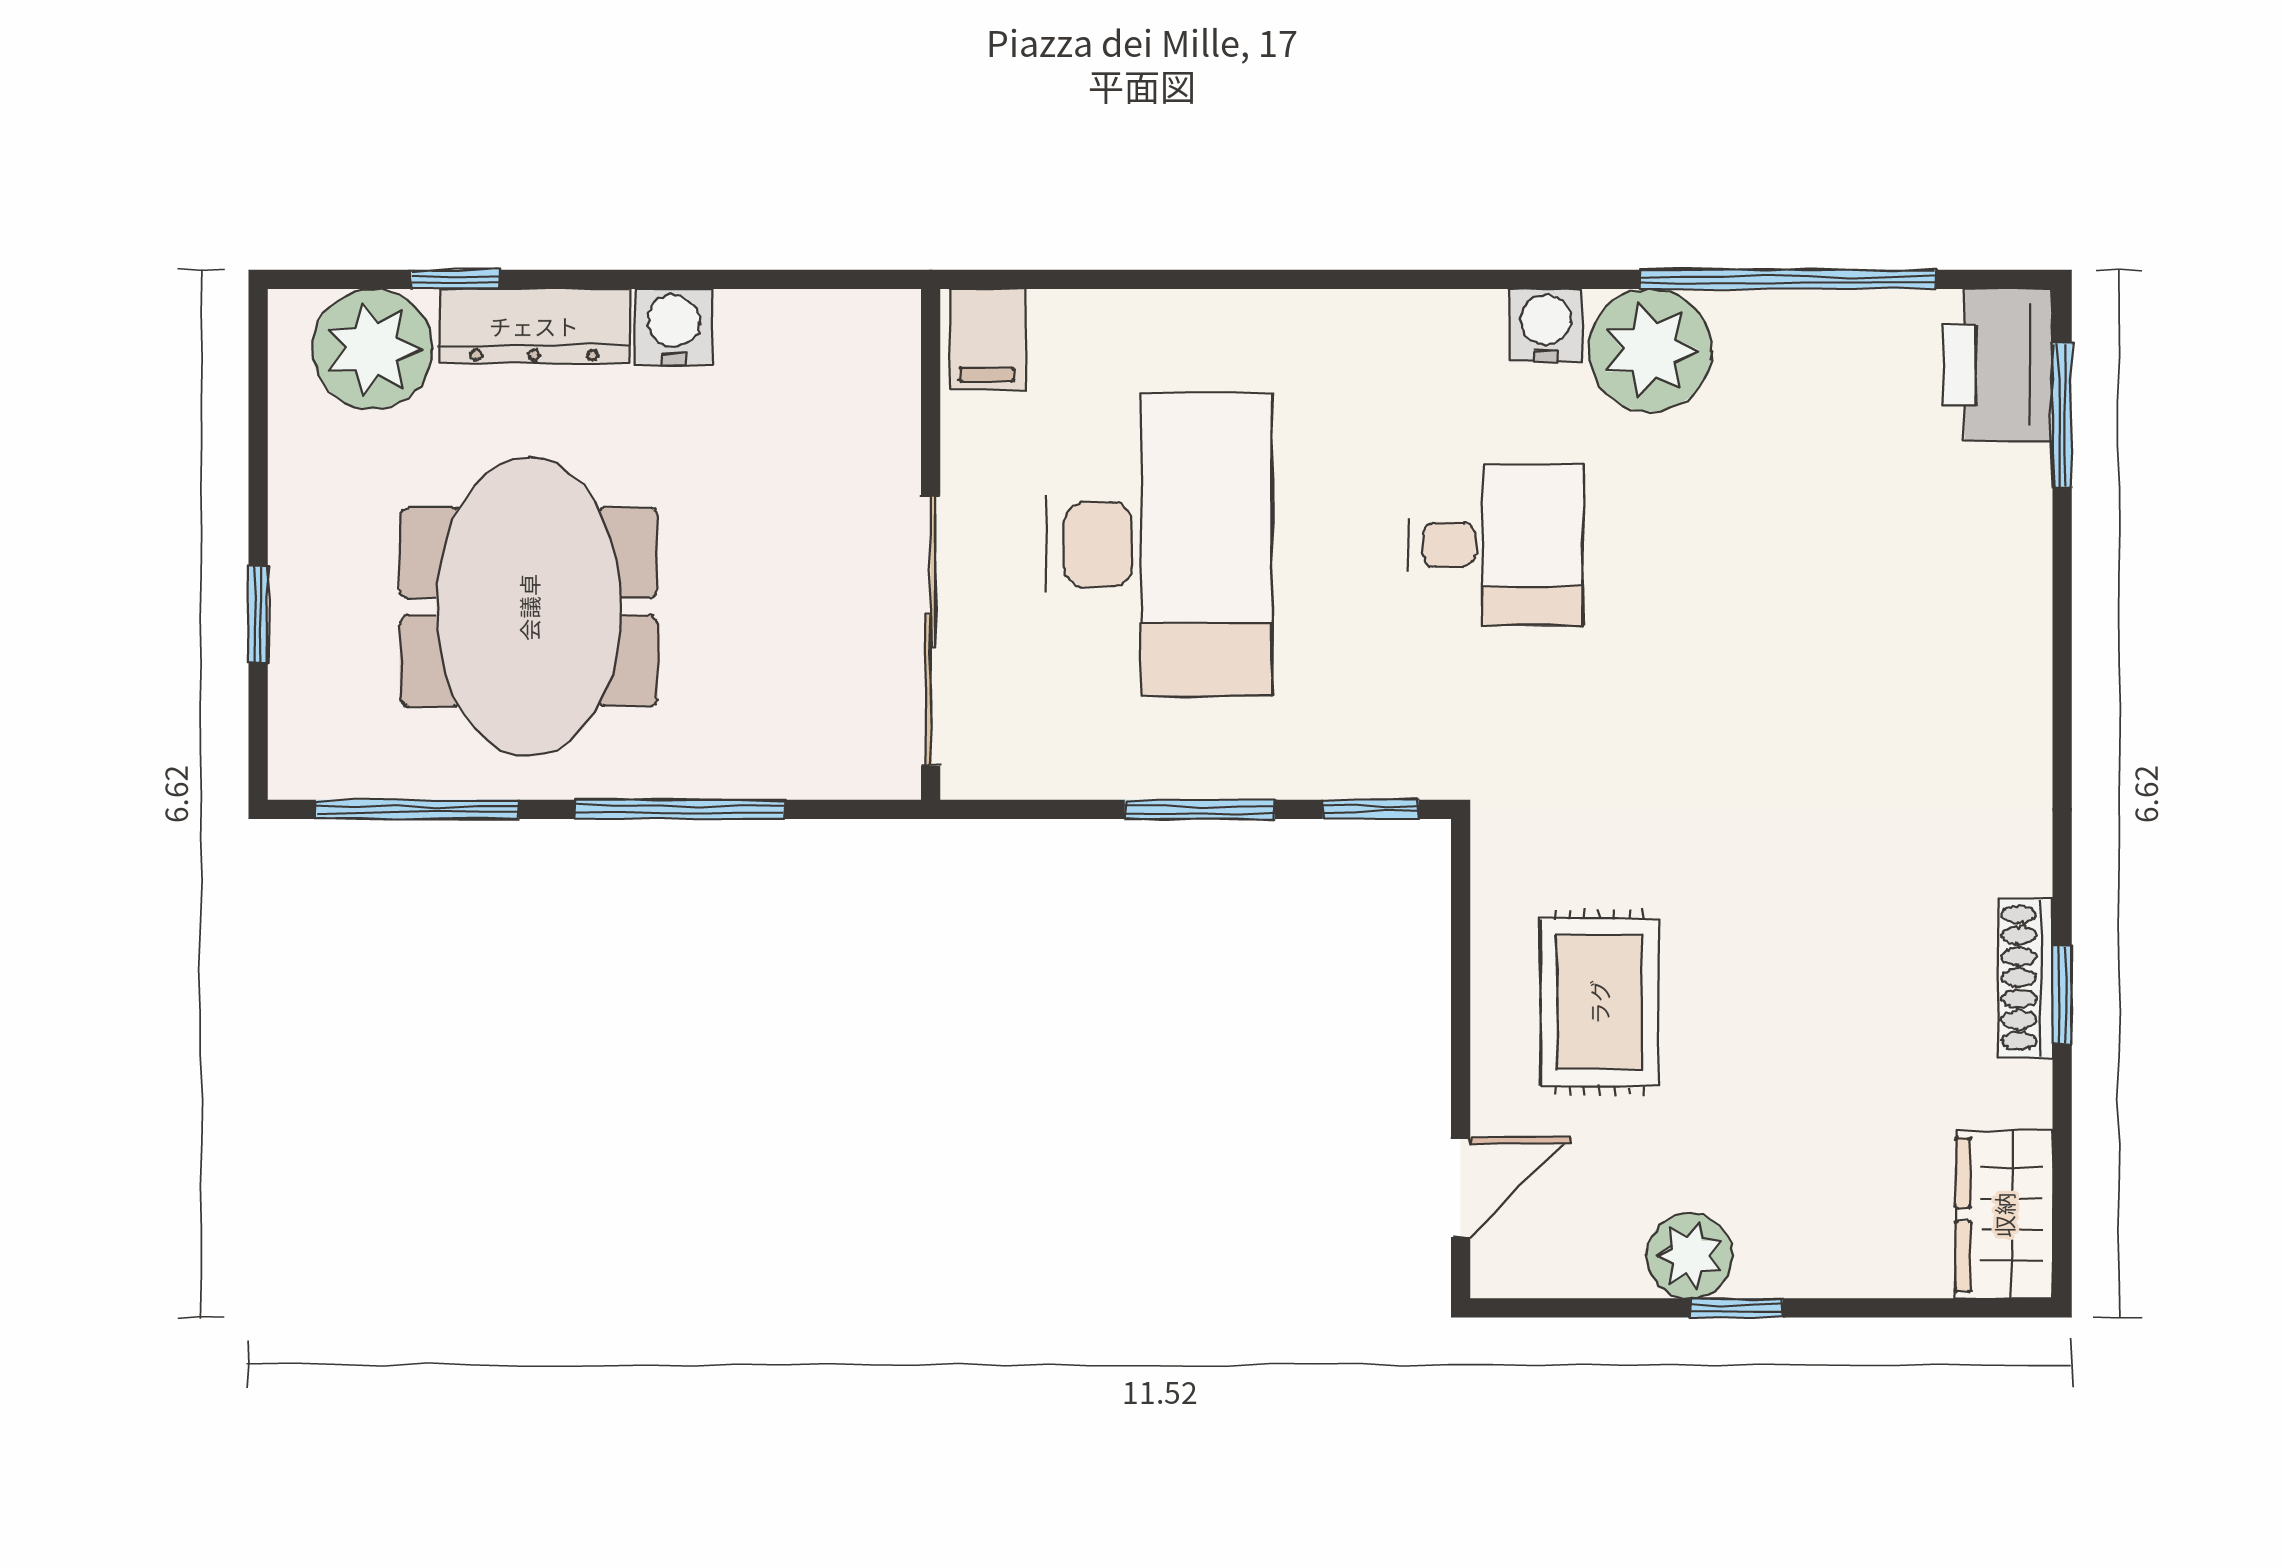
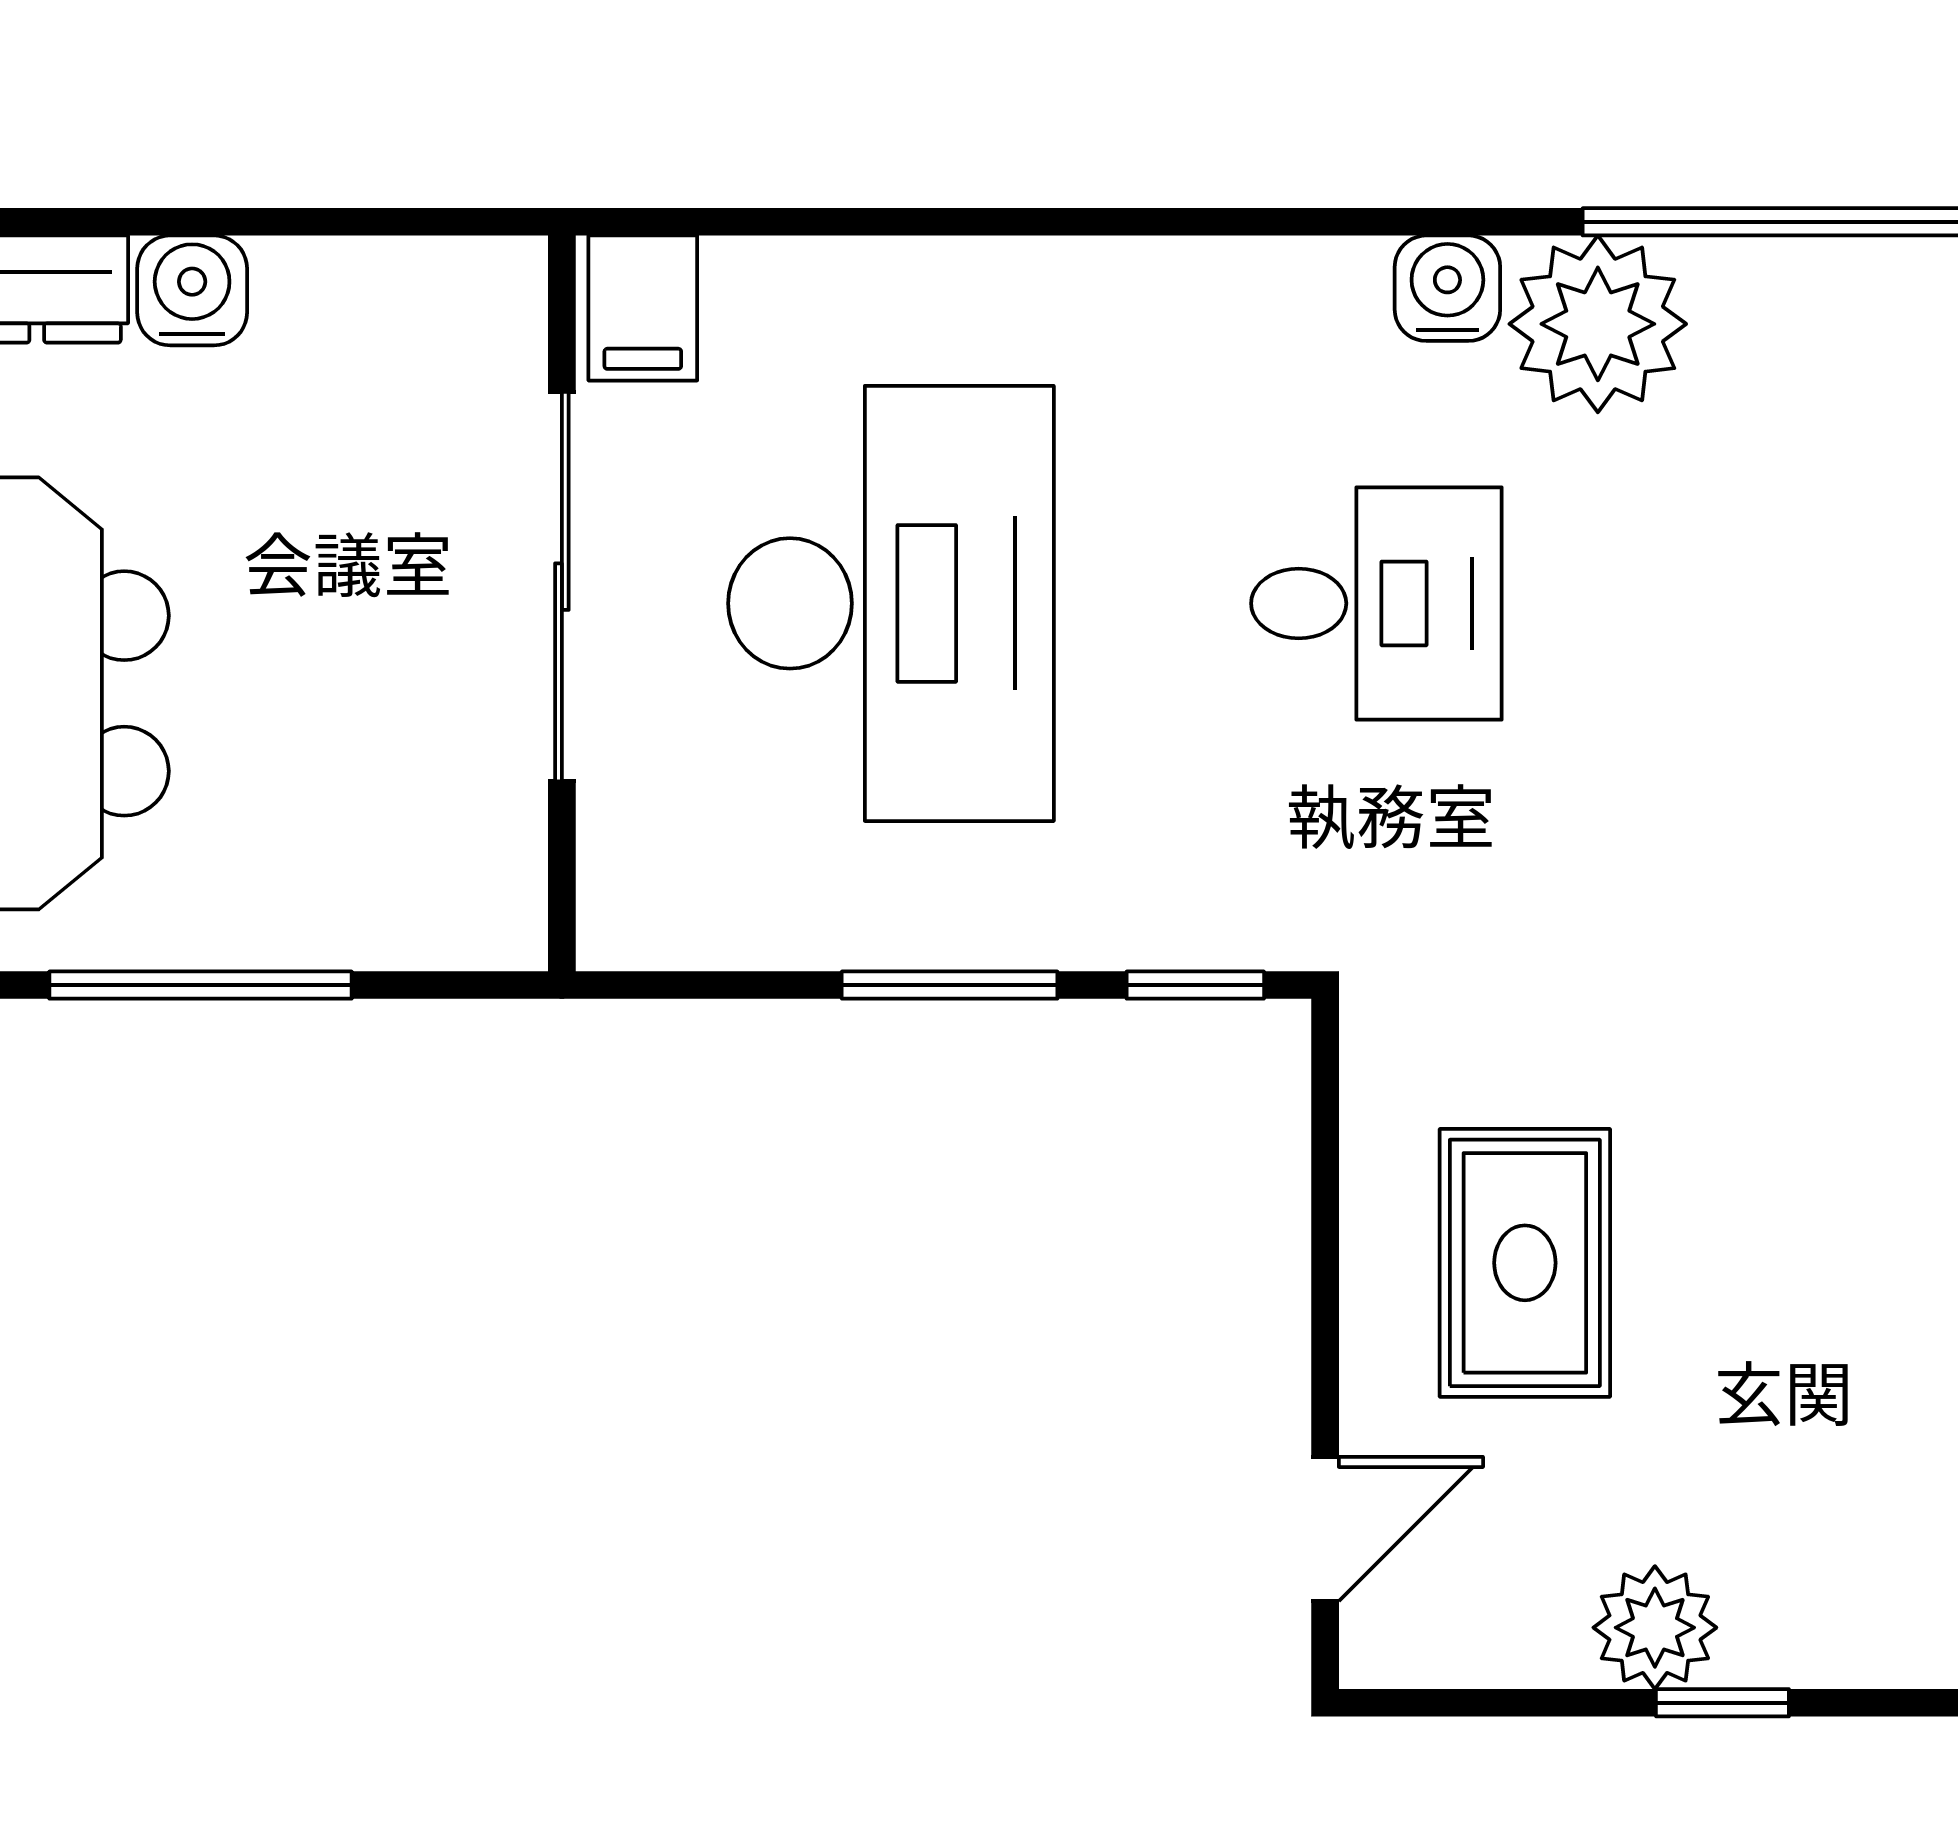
sliding door: (931, 631) -> (562, 587), moved

